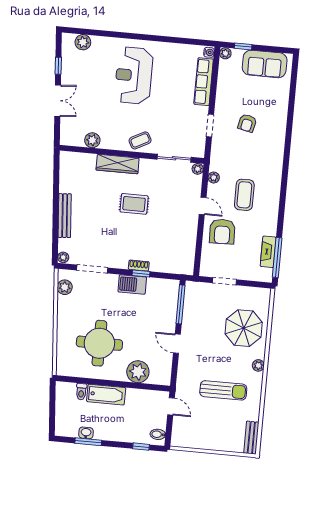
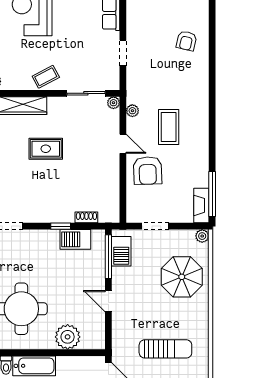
armchair: (247, 123) -> (186, 41), moved
fireplace: (268, 252) -> (201, 205), moved
shoe rack: (139, 266) -> (86, 217), moved
barbecue: (132, 284) -> (75, 239), moved
barbecue: (192, 301) -> (121, 251), added
plant: (258, 365) -> (202, 236), moved

